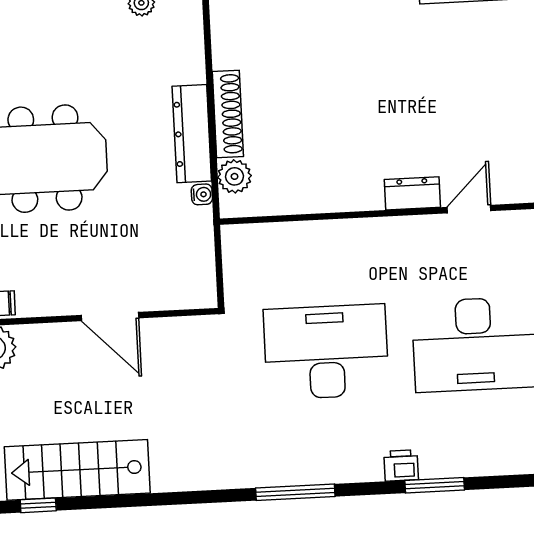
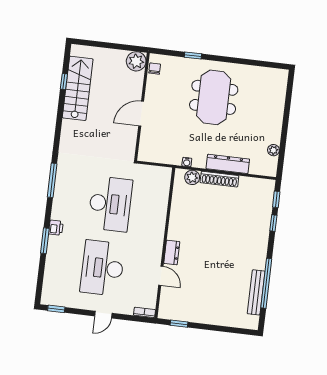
dresser: (192, 134) -> (228, 164), moved
window: (38, 505) -> (64, 82), moved

